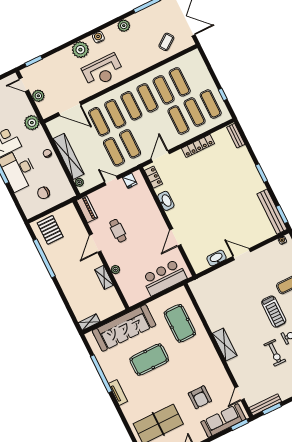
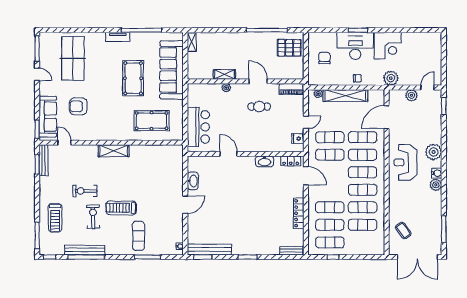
plant: (124, 26) -> (436, 185), moved

